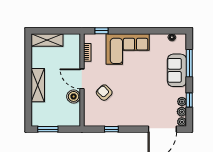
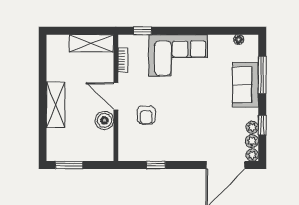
shelving: (47, 40) -> (91, 43), moved
armchair: (104, 93) -> (146, 115), turned -136

